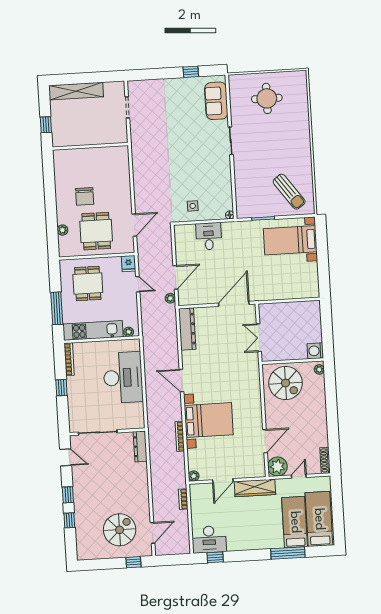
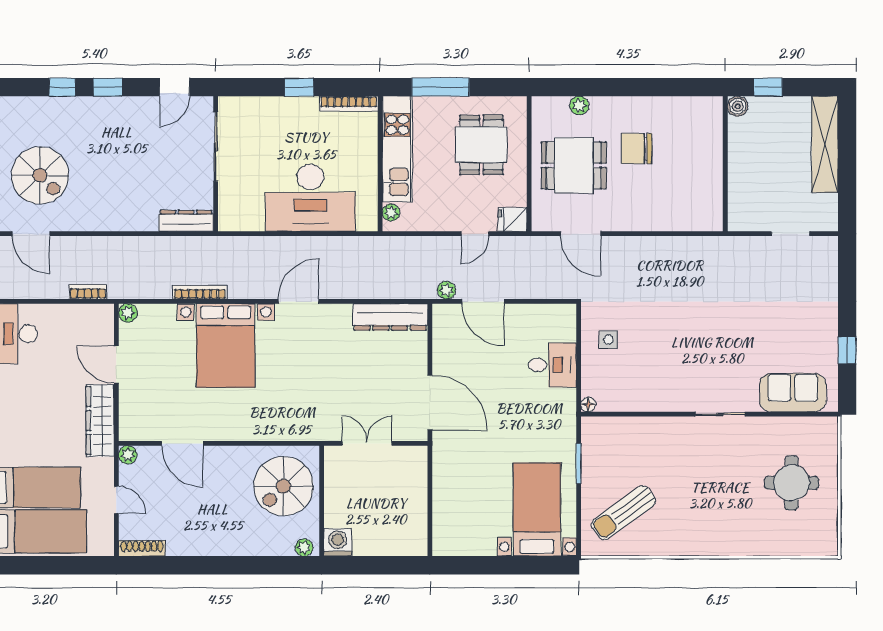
boiler: (58, 141) -> (738, 106), added
dining table: (88, 283) -> (481, 145), turned 90
plant: (277, 467) -> (128, 455), width x0.53, depth x0.53

